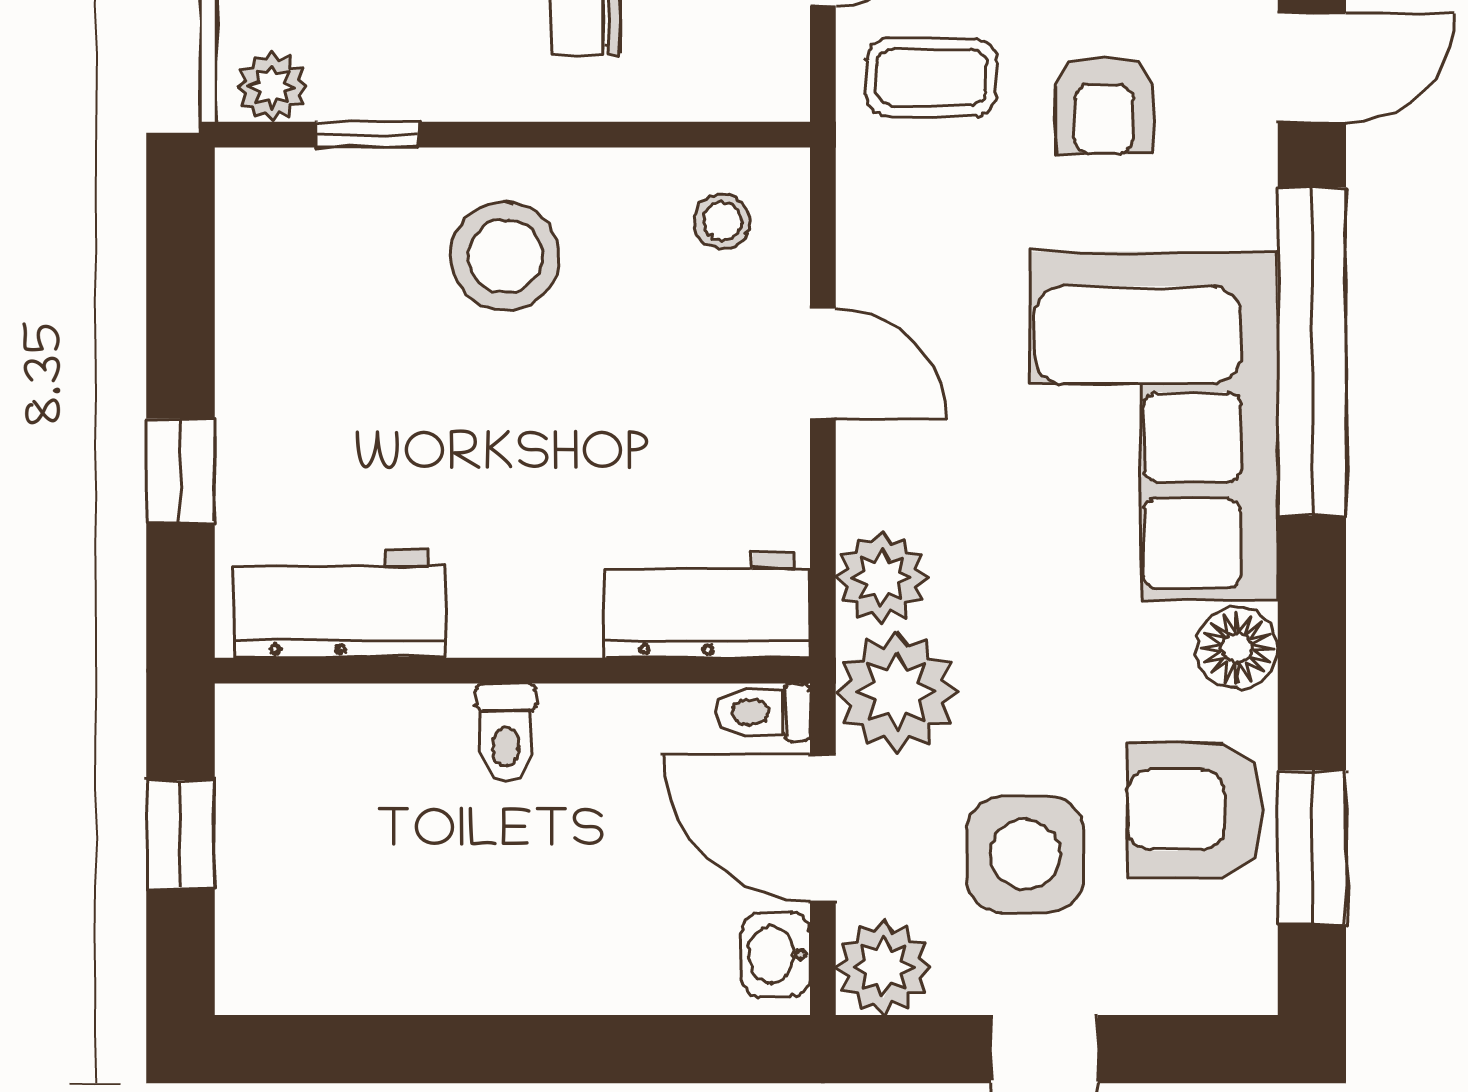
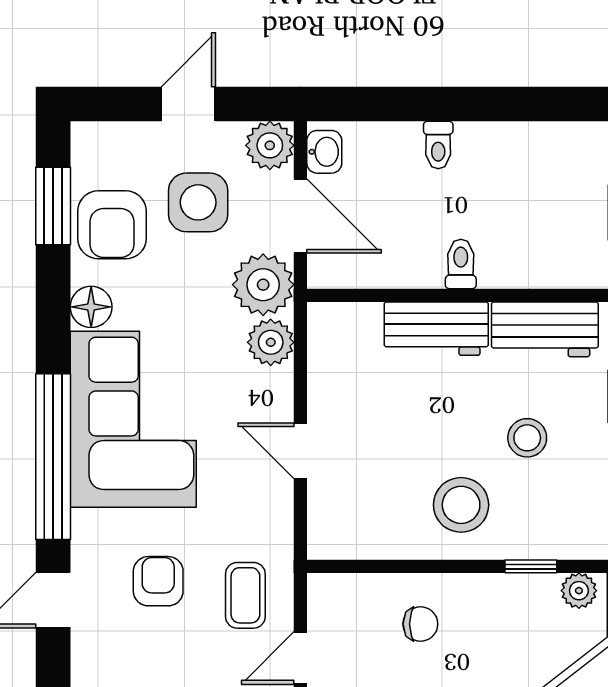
coffee table: (932, 77) -> (245, 595), turned 90
stool: (722, 221) -> (527, 438), moved, width x1.37, depth x1.37
workbench: (707, 605) -> (436, 329), moved
toilet: (763, 712) -> (438, 145), moved, turned 90
armchair: (1195, 810) -> (112, 225), turned 90

